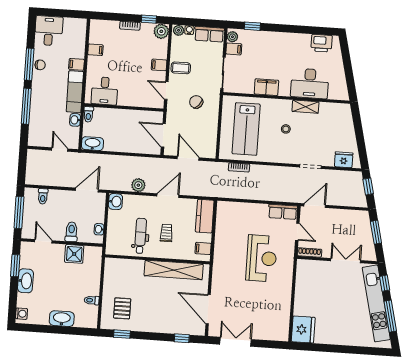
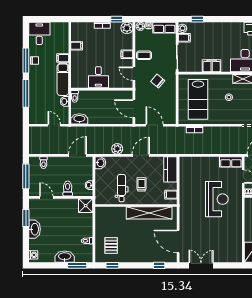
desk: (105, 91) -> (98, 77), moved
shower: (74, 254) -> (86, 206), moved
window: (77, 331) -> (77, 265), added

